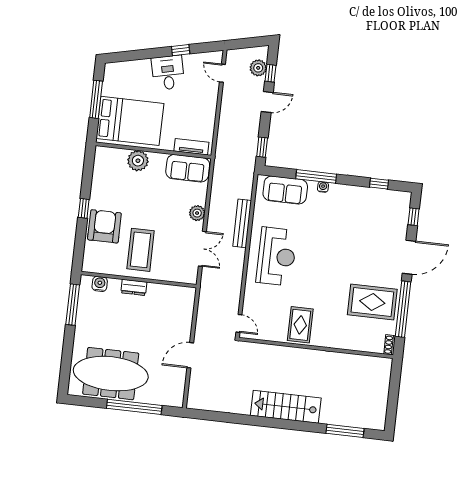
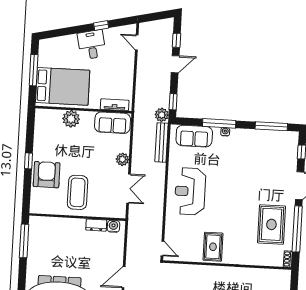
plant: (258, 68) -> (162, 115), moved
window: (379, 184) -> (271, 126), width x2.17
bench: (242, 223) -> (162, 142), moved
reception desk: (276, 256) -> (190, 191), turned 180
water cooler: (100, 284) -> (113, 226), moved
dresser: (134, 287) -> (96, 225), moved
rug: (372, 302) -> (271, 224), turned 90

